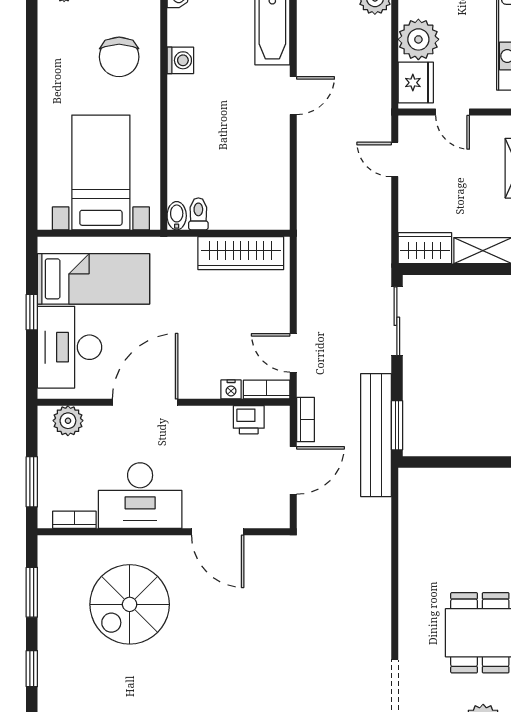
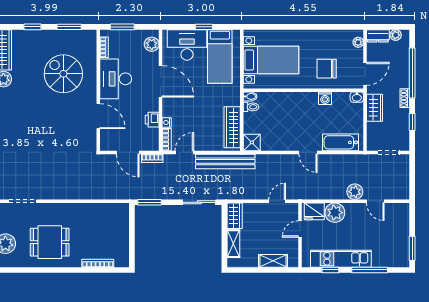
shower: (272, 212) -> (252, 142), added
printer: (249, 420) -> (152, 120), moved
bench: (376, 435) -> (225, 161), moved
door: (218, 532) -> (98, 116), swing flipped

